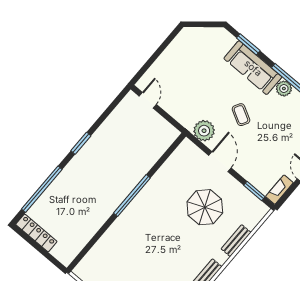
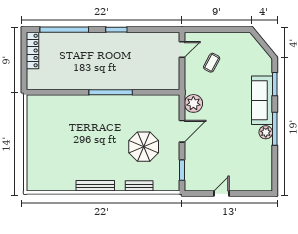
coffee table: (241, 115) -> (212, 63), moved
fireplace: (279, 190) -> (197, 186), removed

